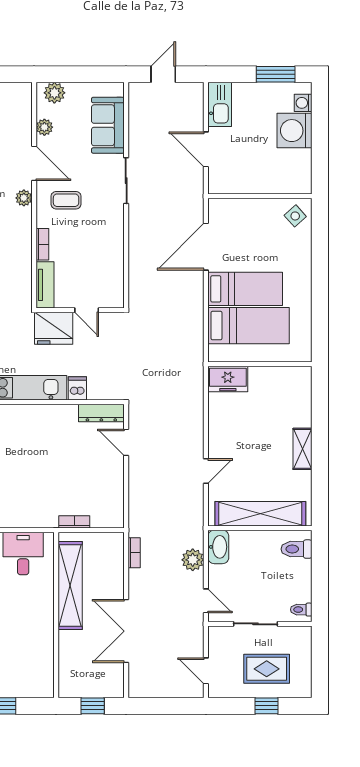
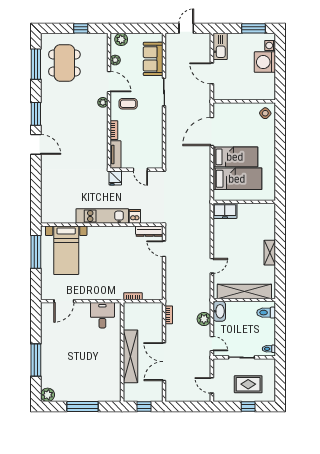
fridge: (54, 328) -> (115, 178), width x0.53, depth x0.75
shelving: (70, 585) -> (131, 356), moved

